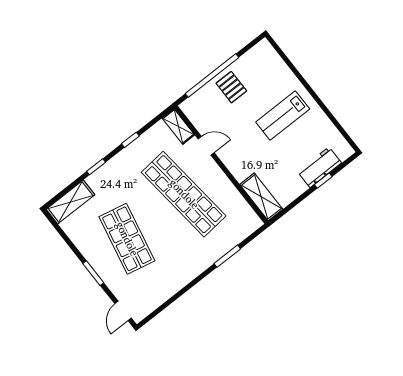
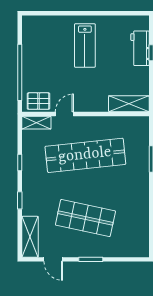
pallet: (231, 87) -> (38, 101), moved
door: (123, 311) -> (53, 259), moved

